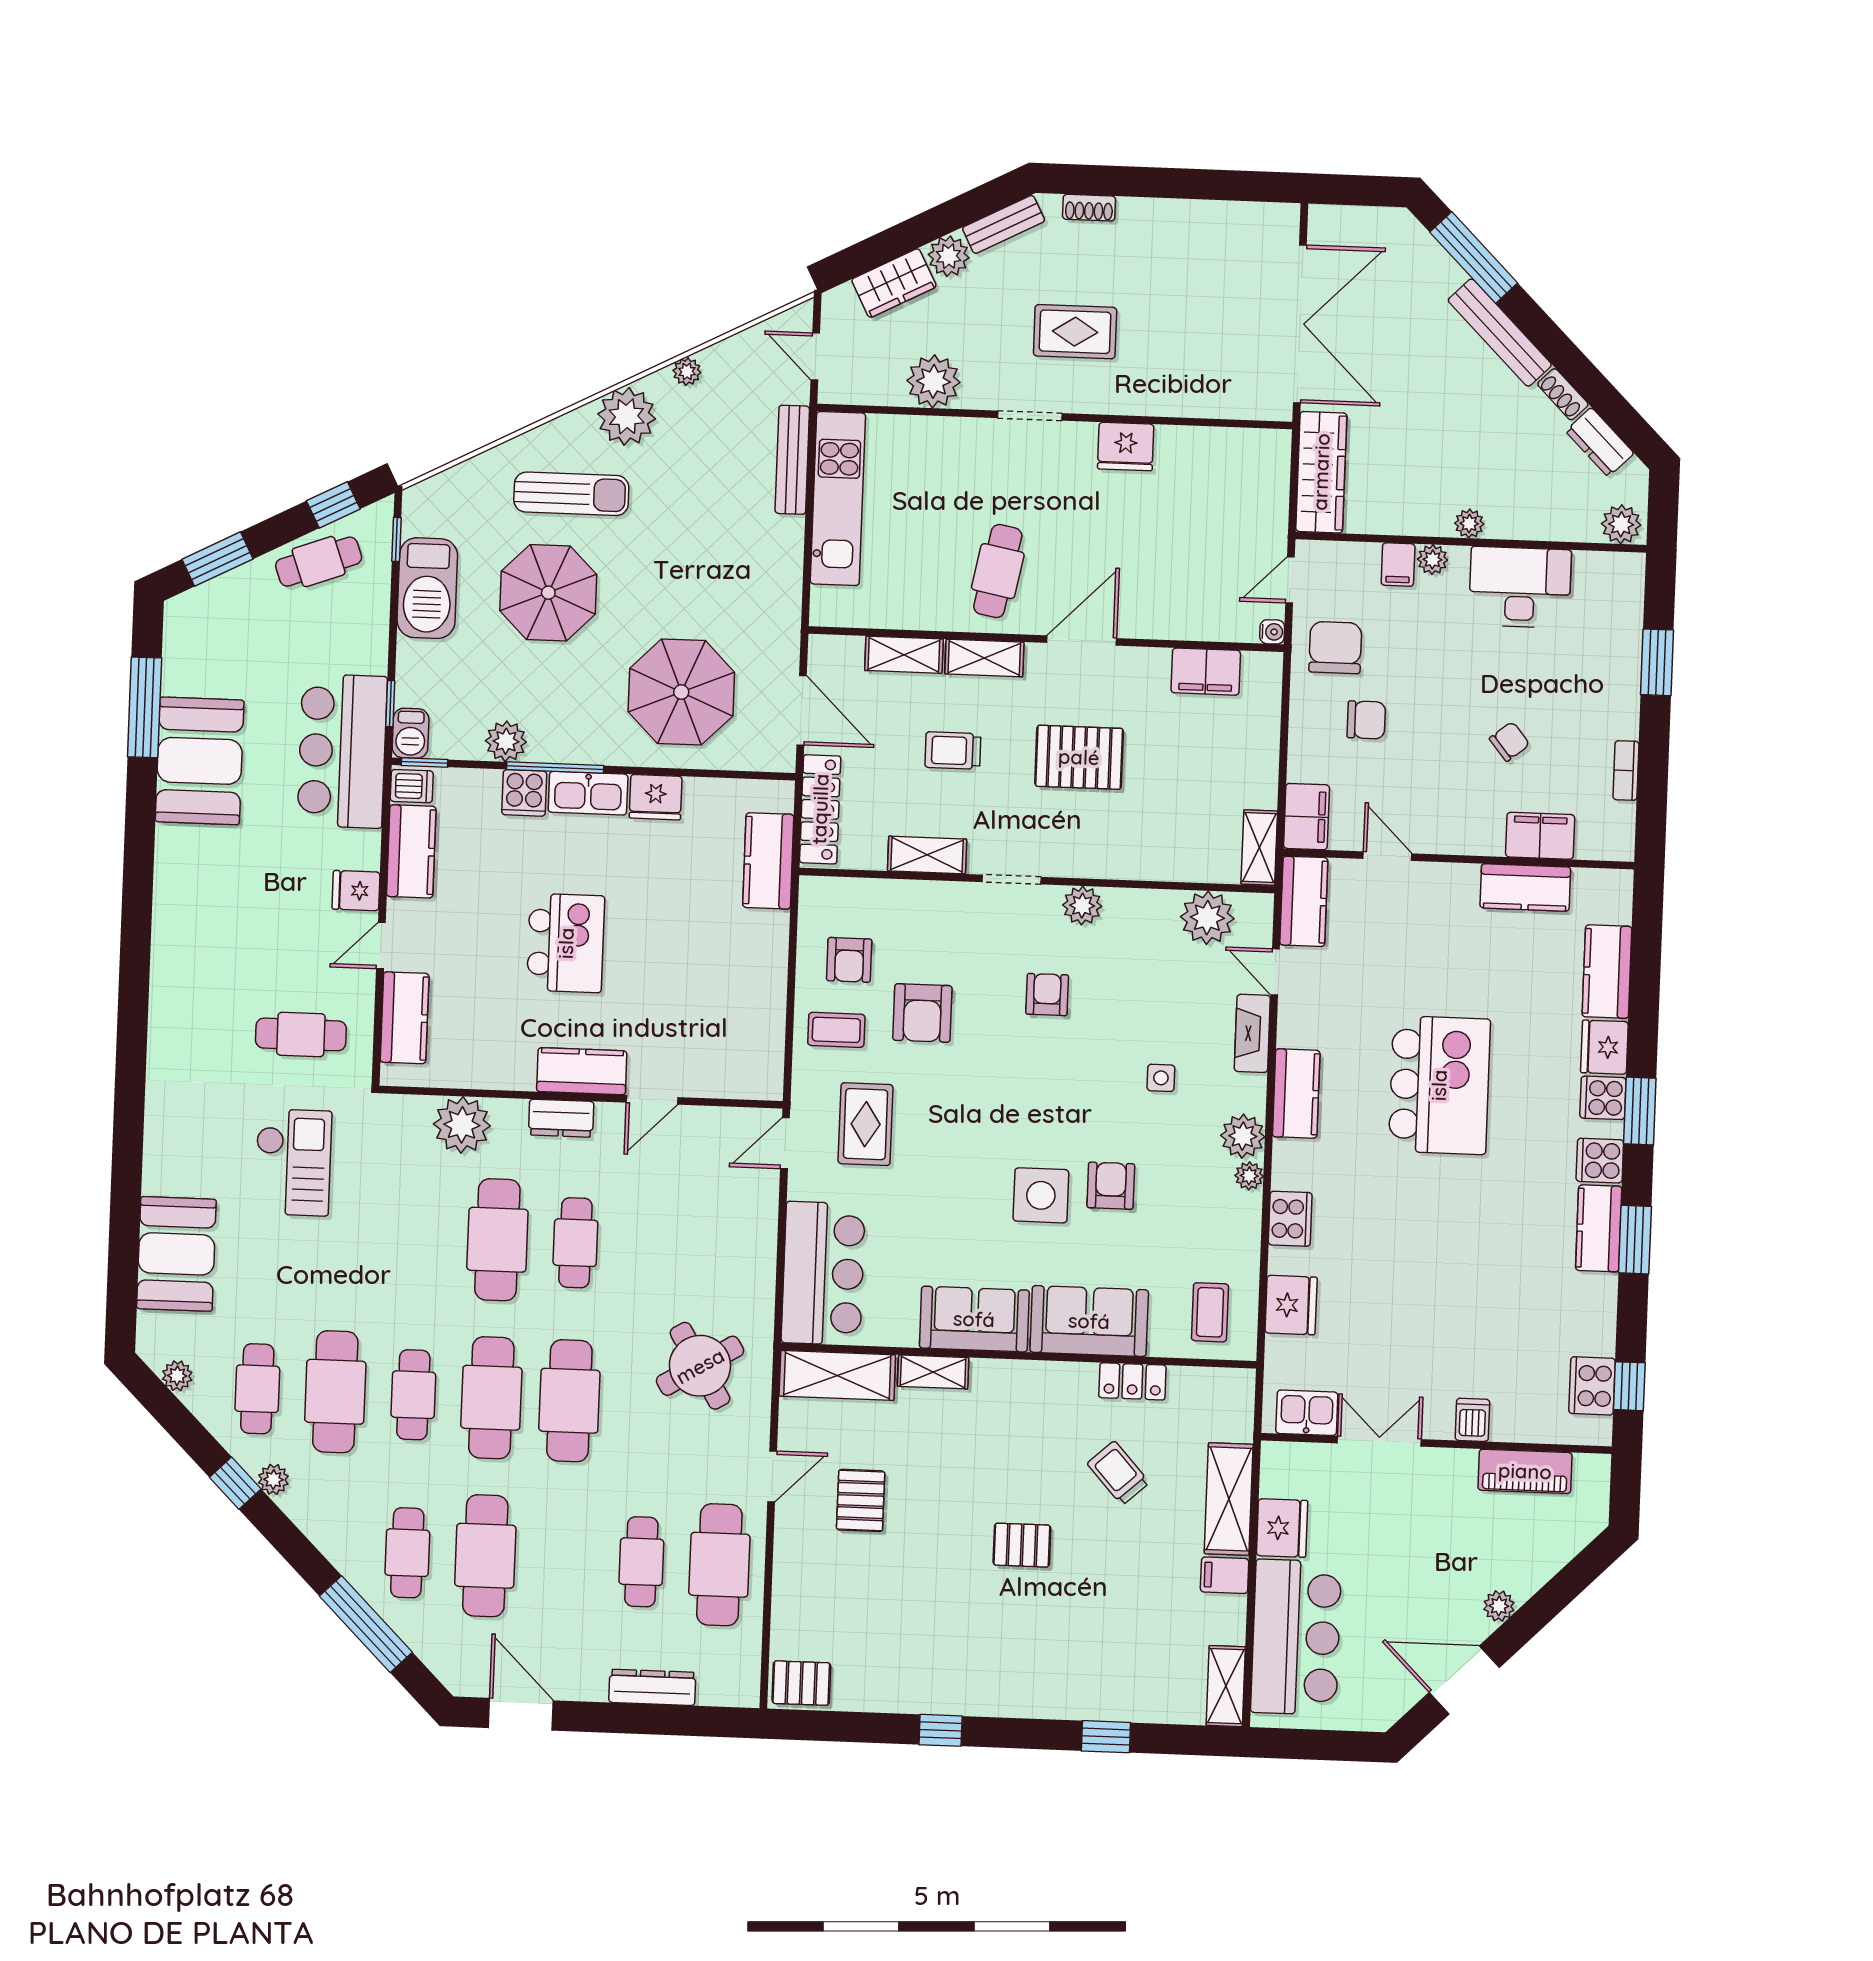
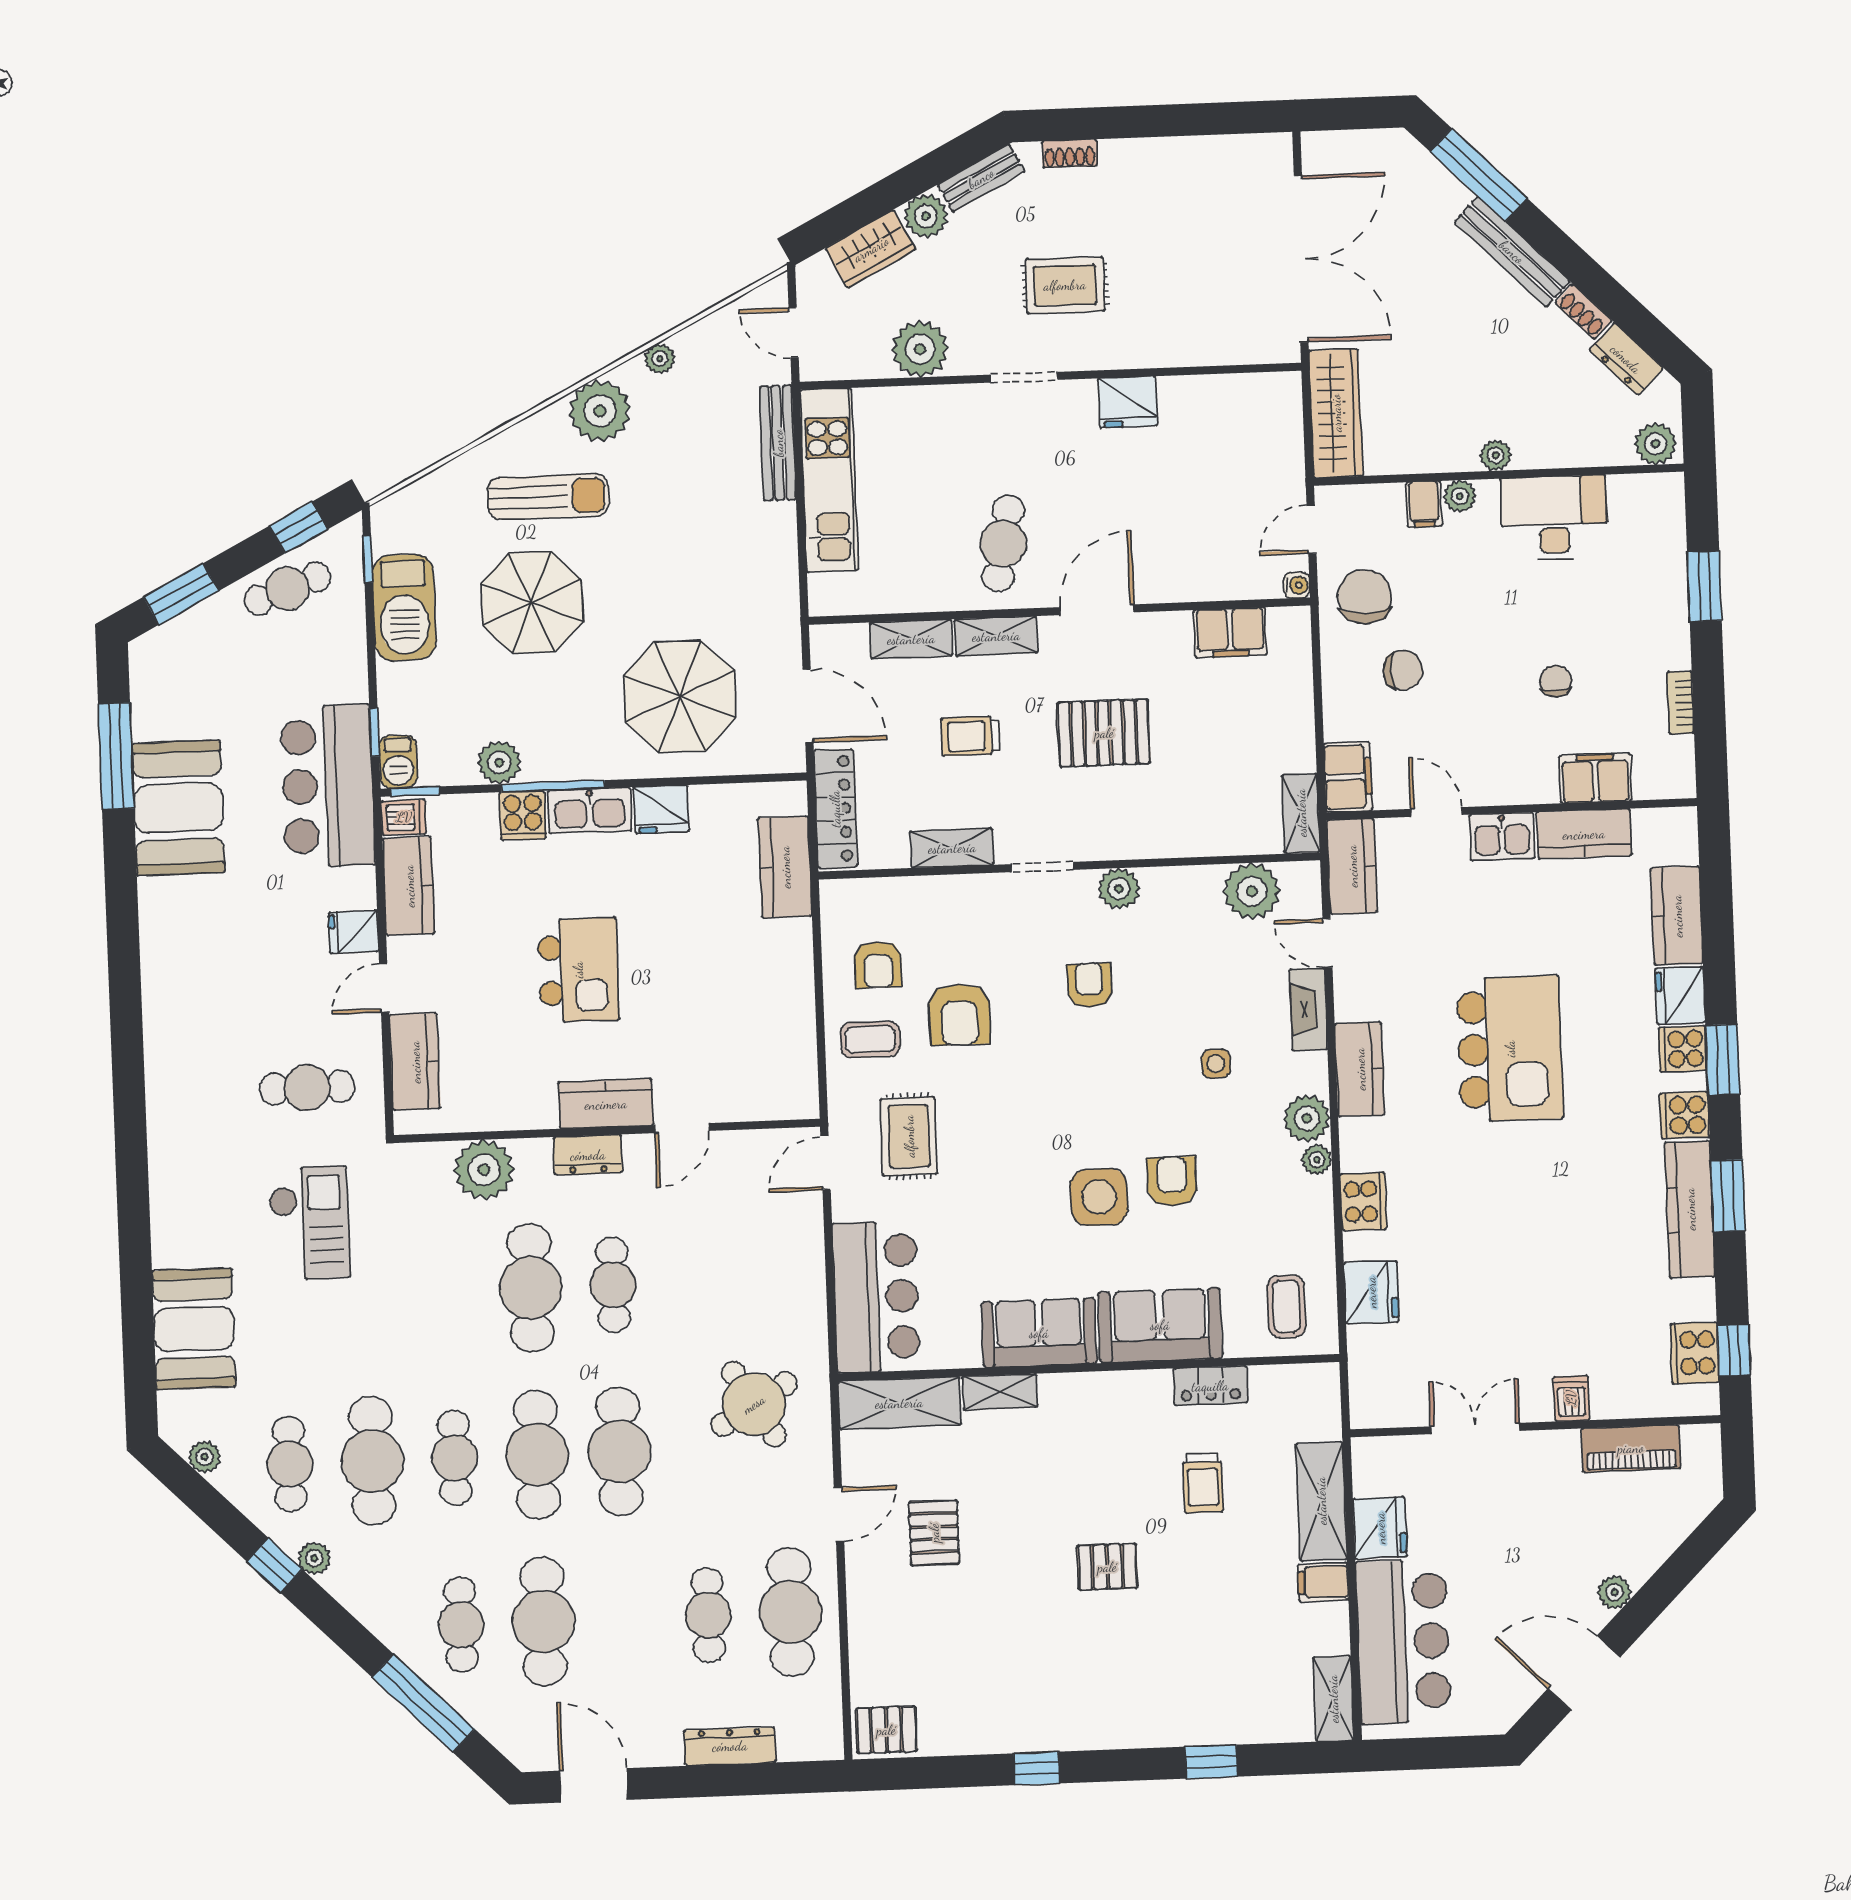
chair: (1509, 741) -> (1556, 681), turned -51
kitchen counter: (1599, 1228) -> (1690, 1209), width x1.50
kitchen sink: (1307, 1413) -> (1502, 837), moved, turned 180
trolley: (1118, 1473) -> (1203, 1483), turned -138

